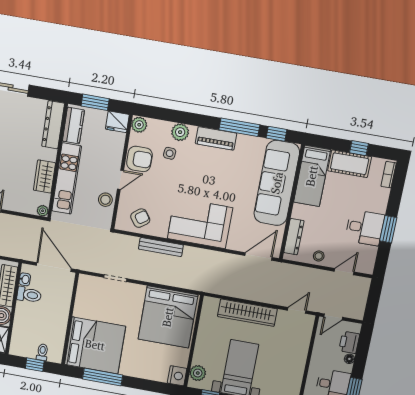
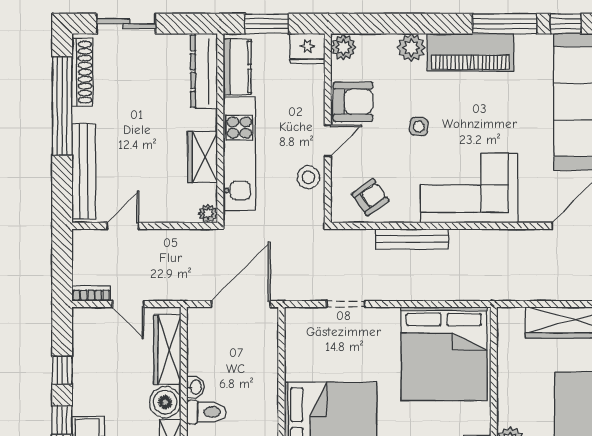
piano: (216, 138) -> (471, 52), width x1.37, depth x1.33
side table: (170, 153) -> (419, 127), moved
door: (54, 267) -> (241, 304), hinge flipped
washbasin: (25, 279) -> (195, 387), moved
toilet: (29, 295) -> (207, 412), moved

